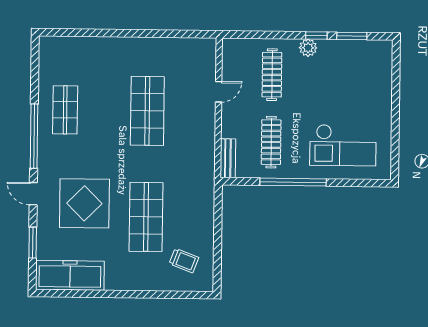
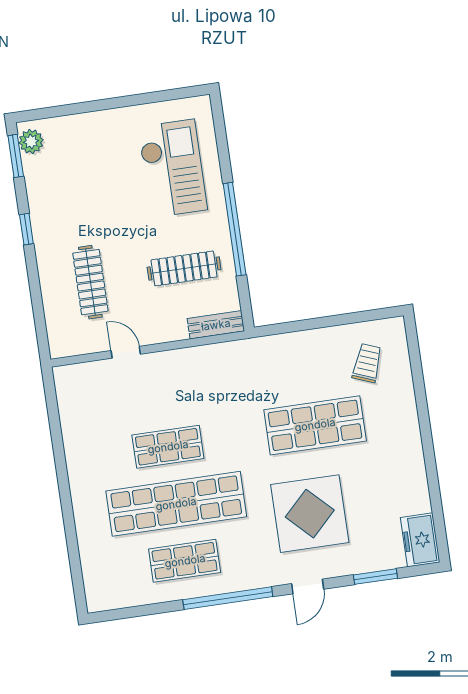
window: (352, 36) -> (16, 156), moved
plant: (308, 48) -> (31, 141), moved
clothes rail: (272, 75) -> (90, 282), turned 90
shop shelf: (106, 110) -> (176, 504), added
shop shelf: (147, 111) -> (168, 447), width x0.70, depth x0.74
freezer: (70, 275) -> (420, 540), width x0.52, depth x0.79

